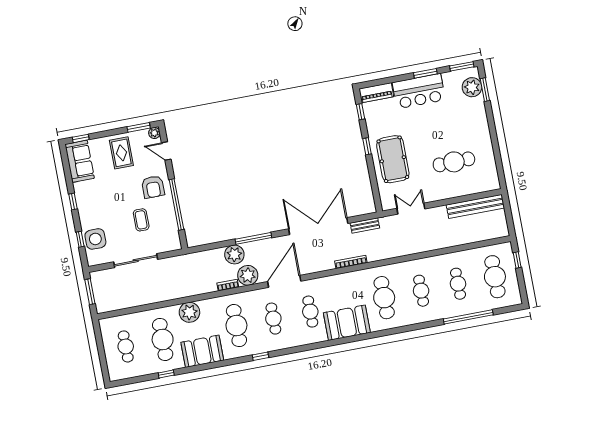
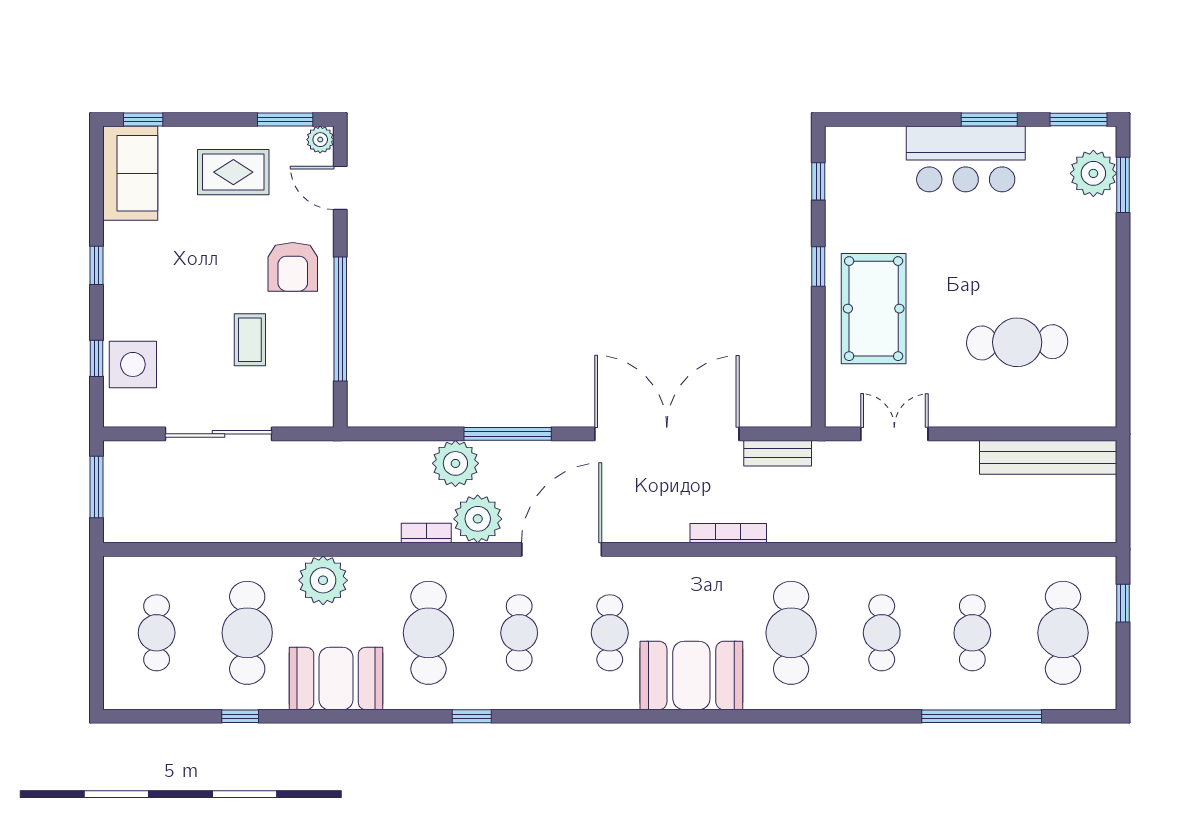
piano: (376, 93) -> (864, 144), removed
rug: (121, 153) -> (233, 172), turned 90

